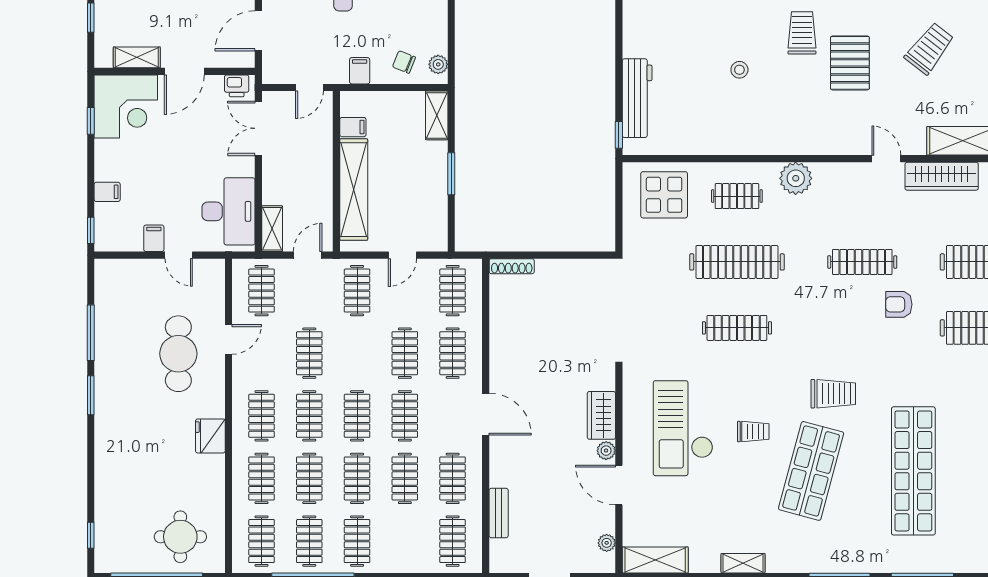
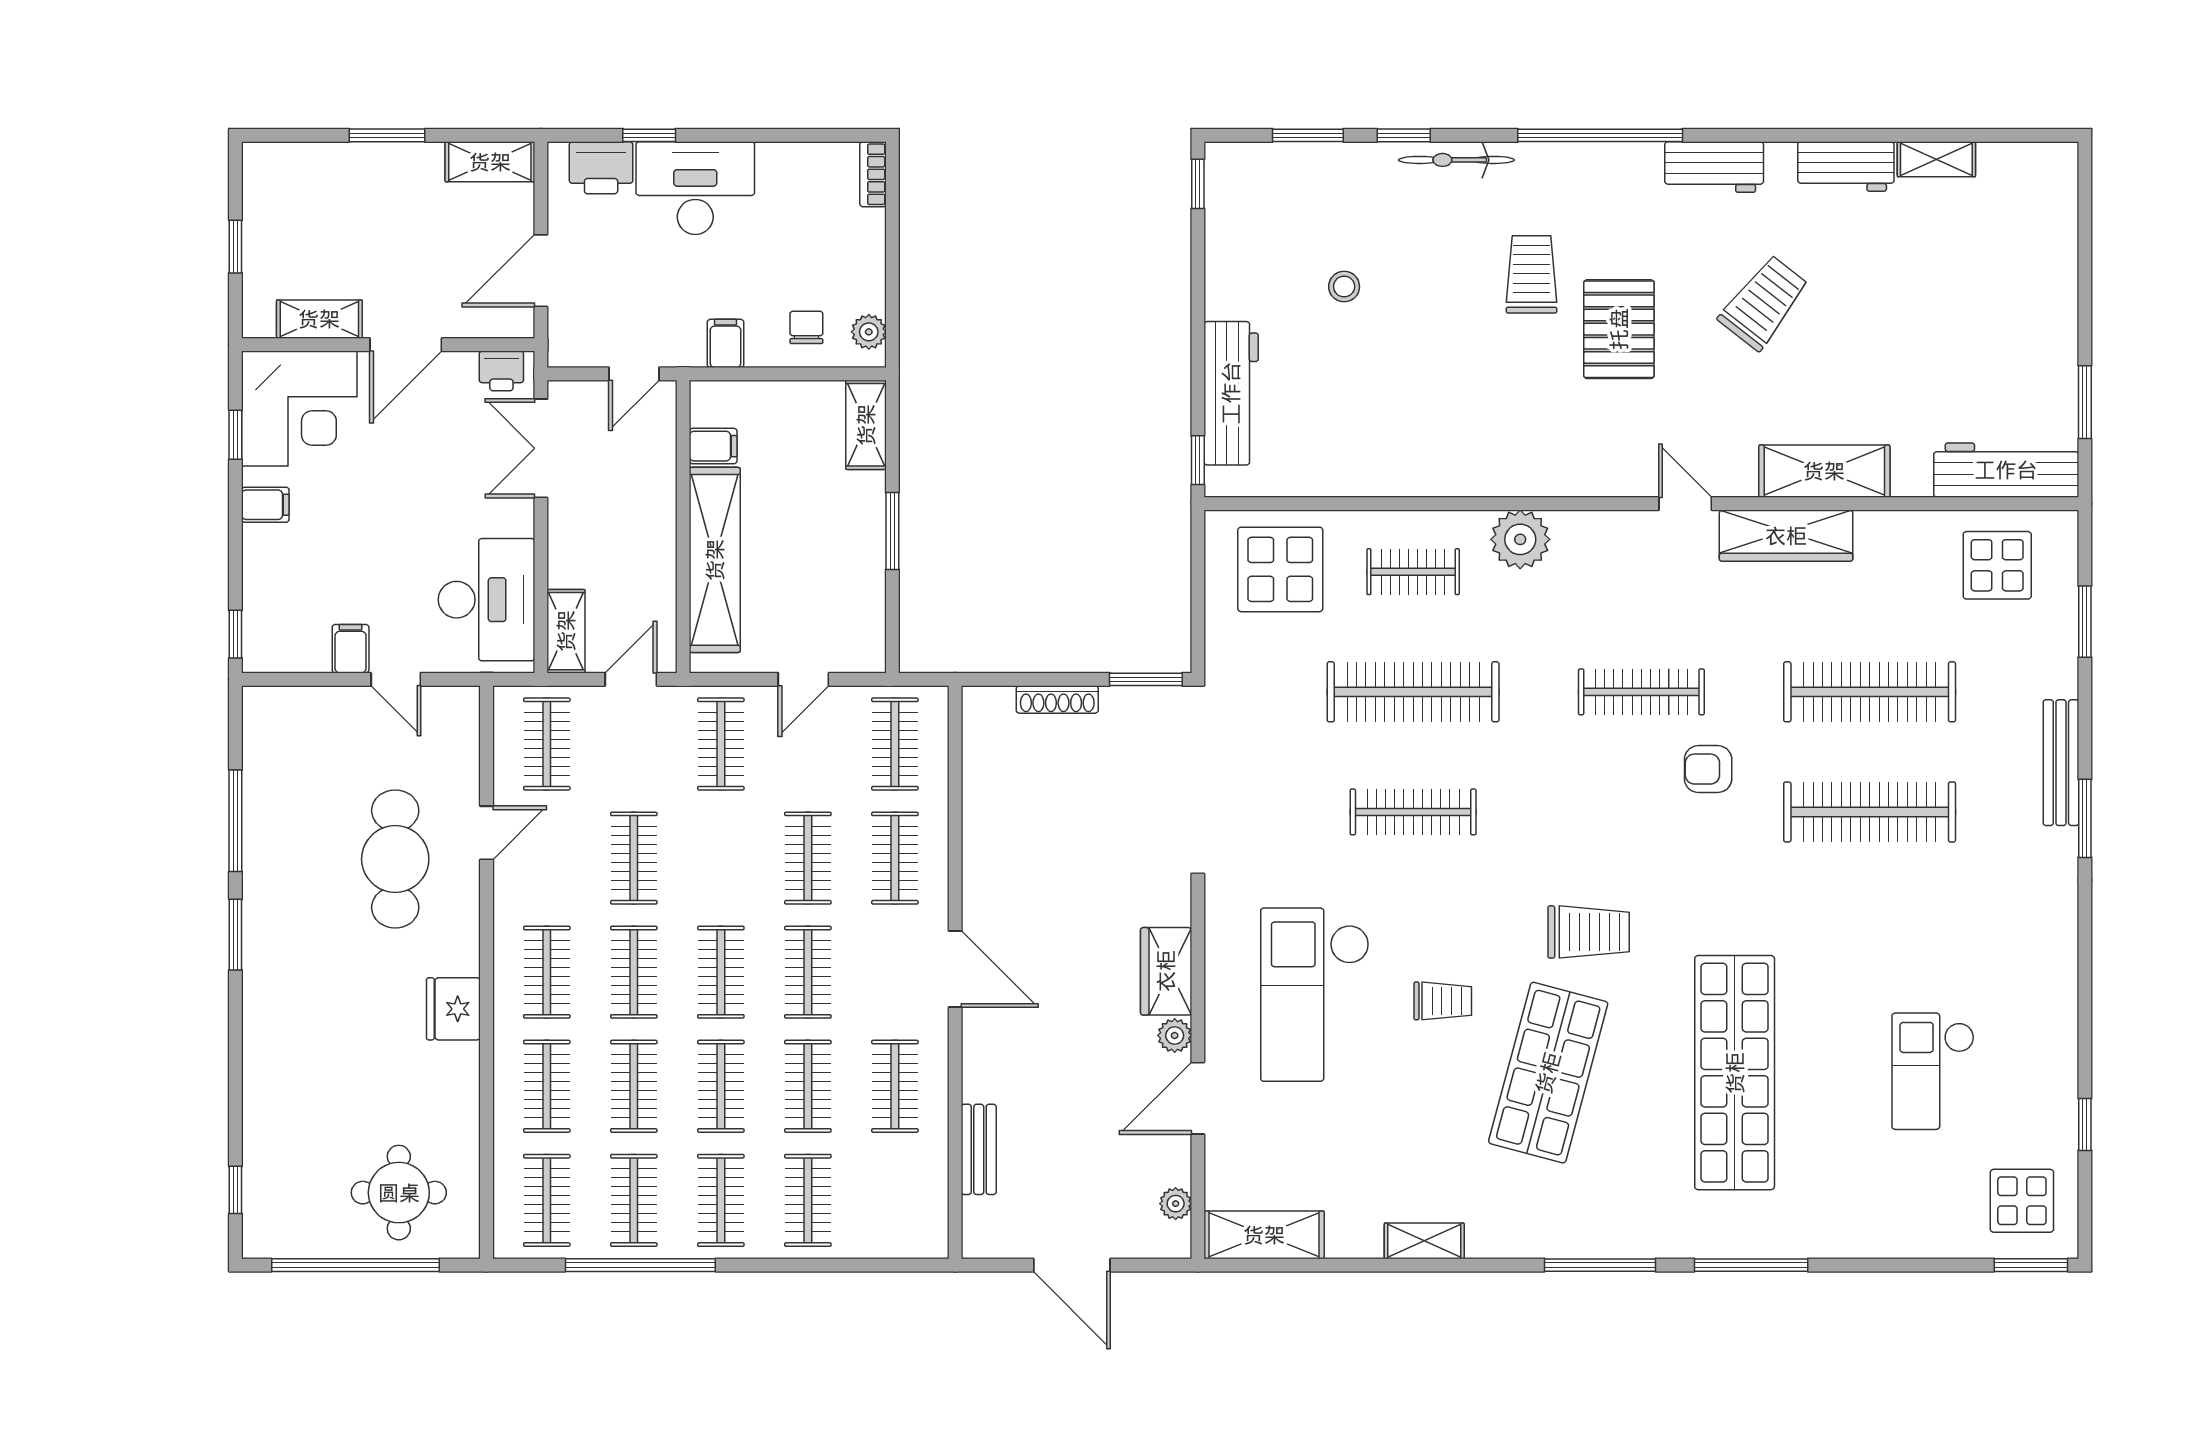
chair: (404, 62) -> (806, 327), turned 68
stool: (739, 70) -> (1344, 287), moved
filing cabinet: (107, 192) -> (265, 505), moved
window: (590, 255) -> (1146, 679), added
shoe rack: (512, 266) -> (1057, 699), moved
door: (619, 485) -> (1198, 1098), hinge flipped
clothes rail: (453, 541) -> (808, 1200), moved

